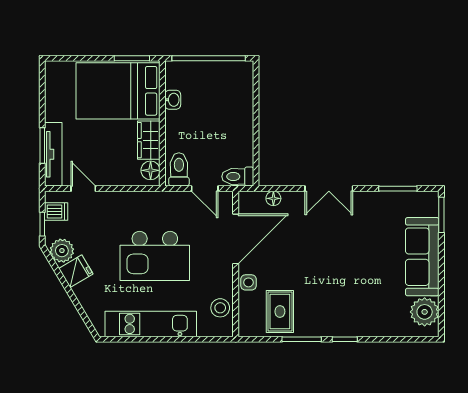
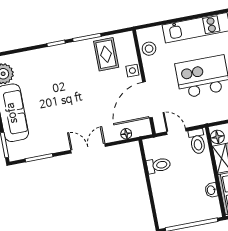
toilet: (238, 177) -> (159, 165), moved

